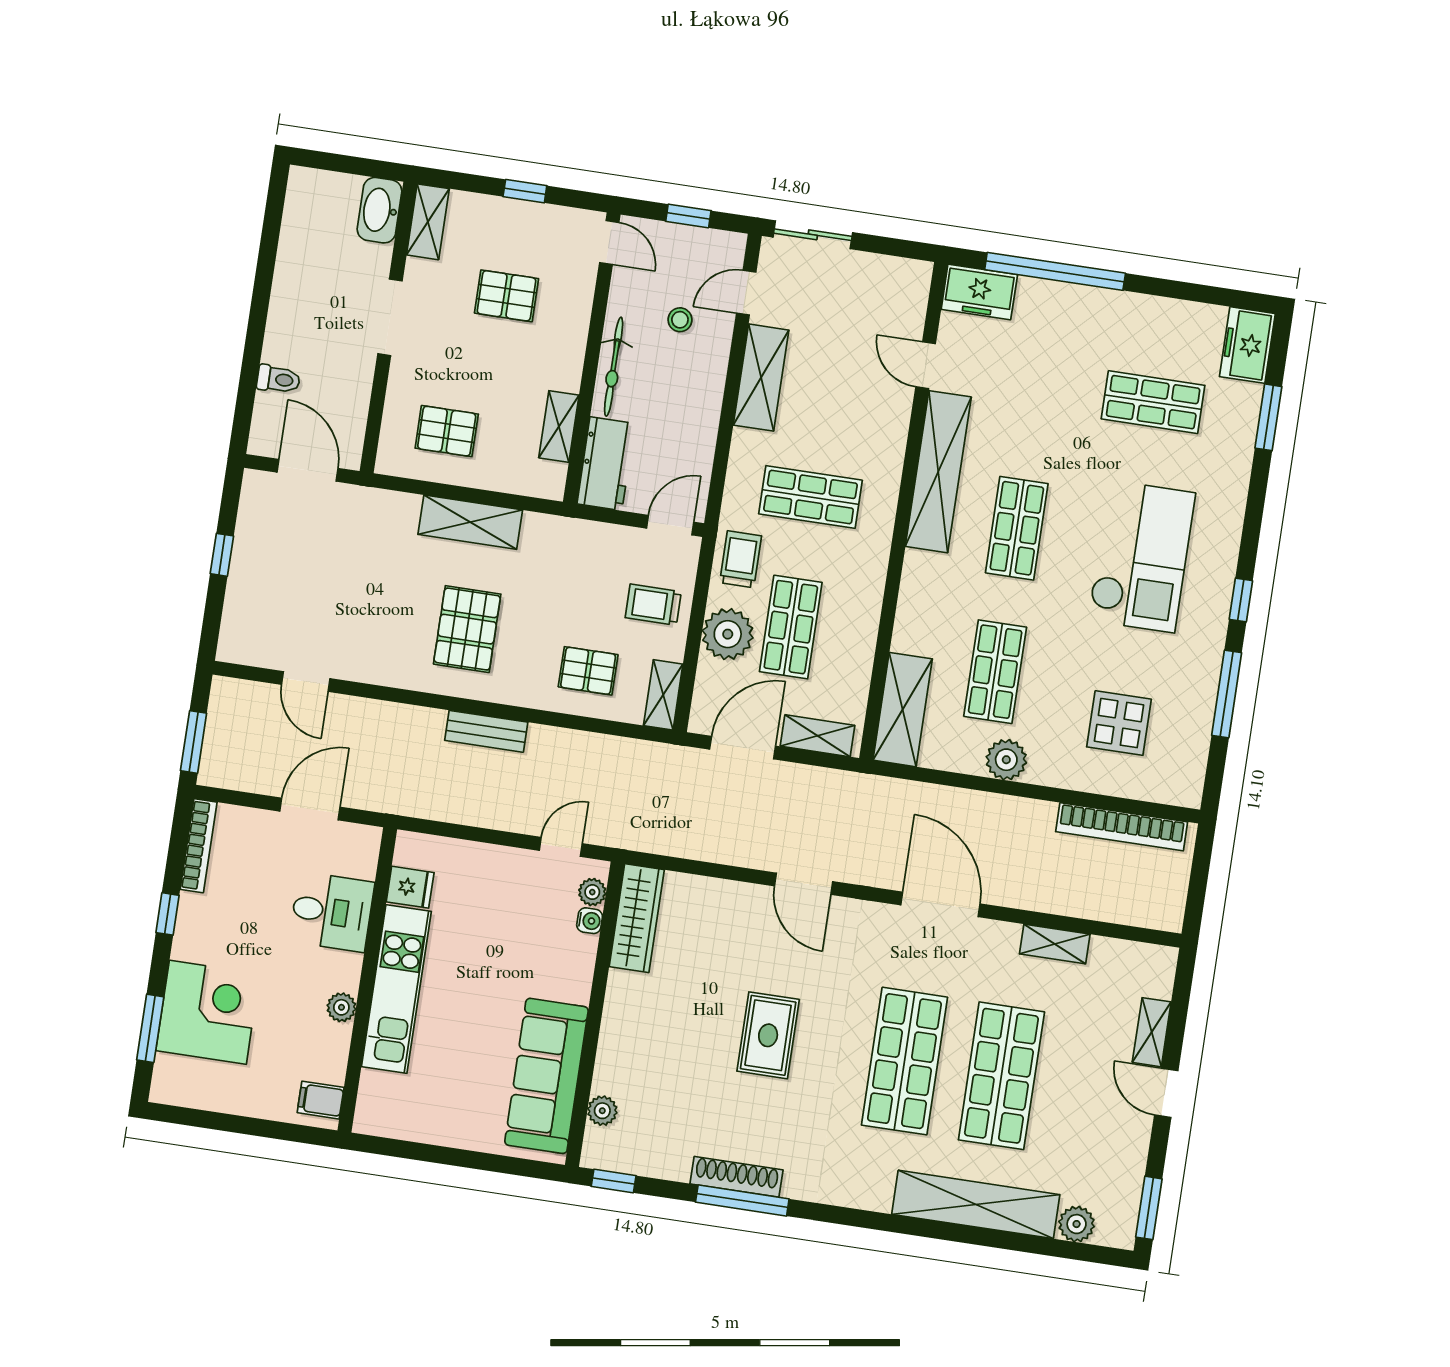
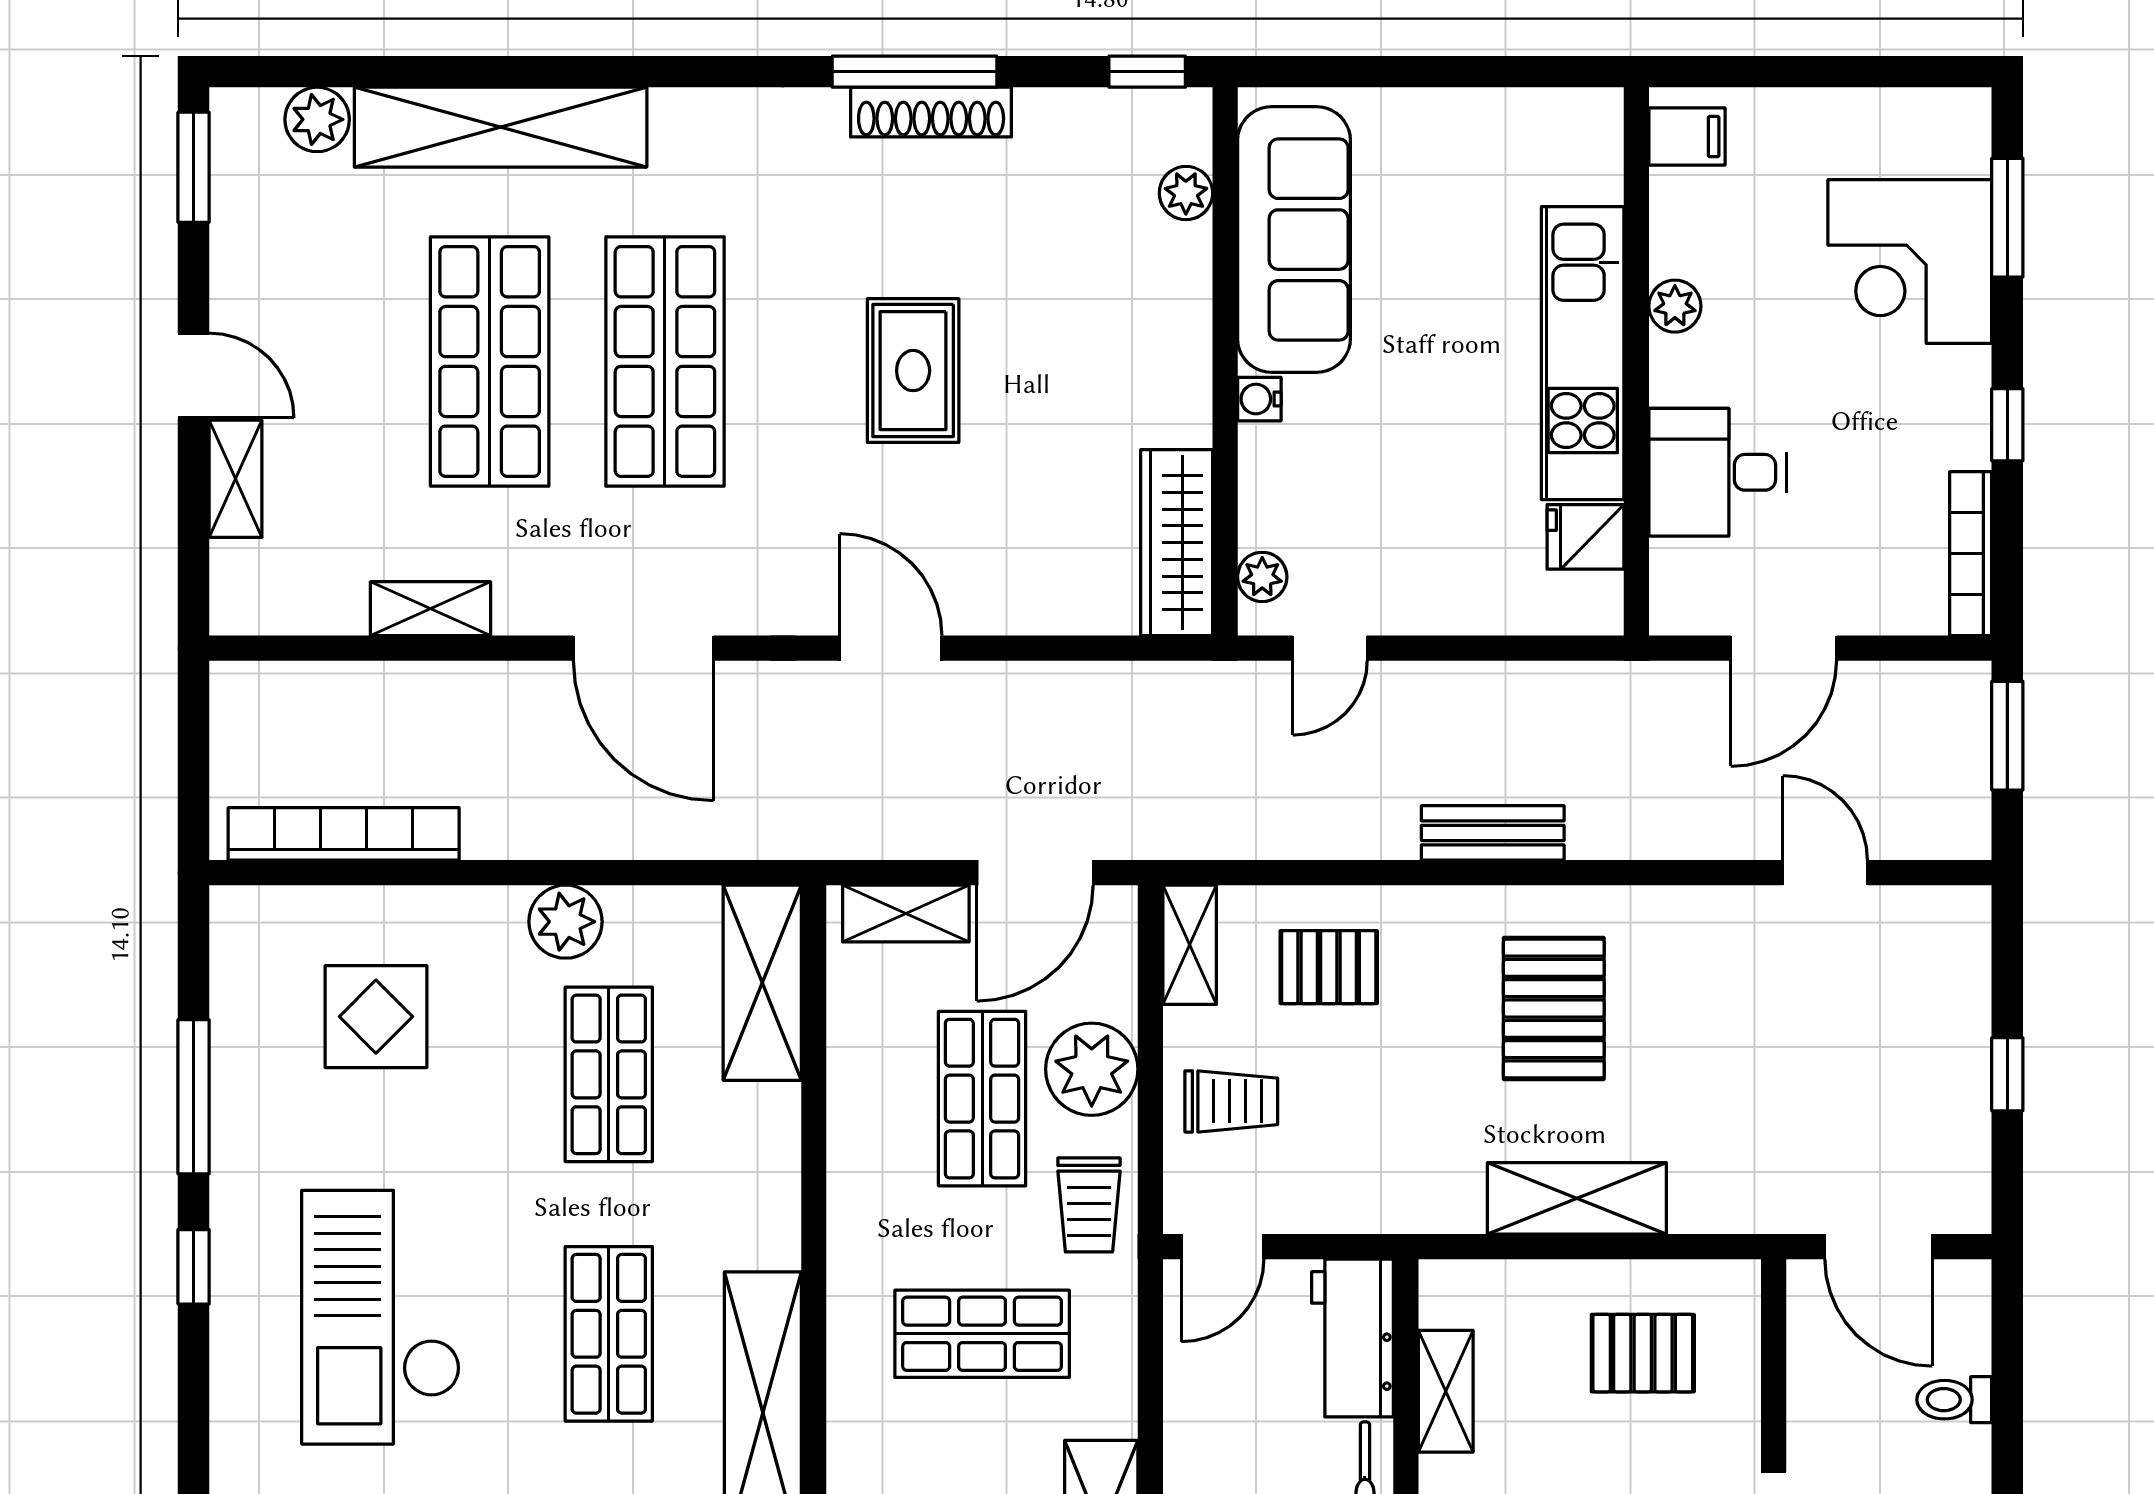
water cooler: (590, 921) -> (1259, 399), moved

